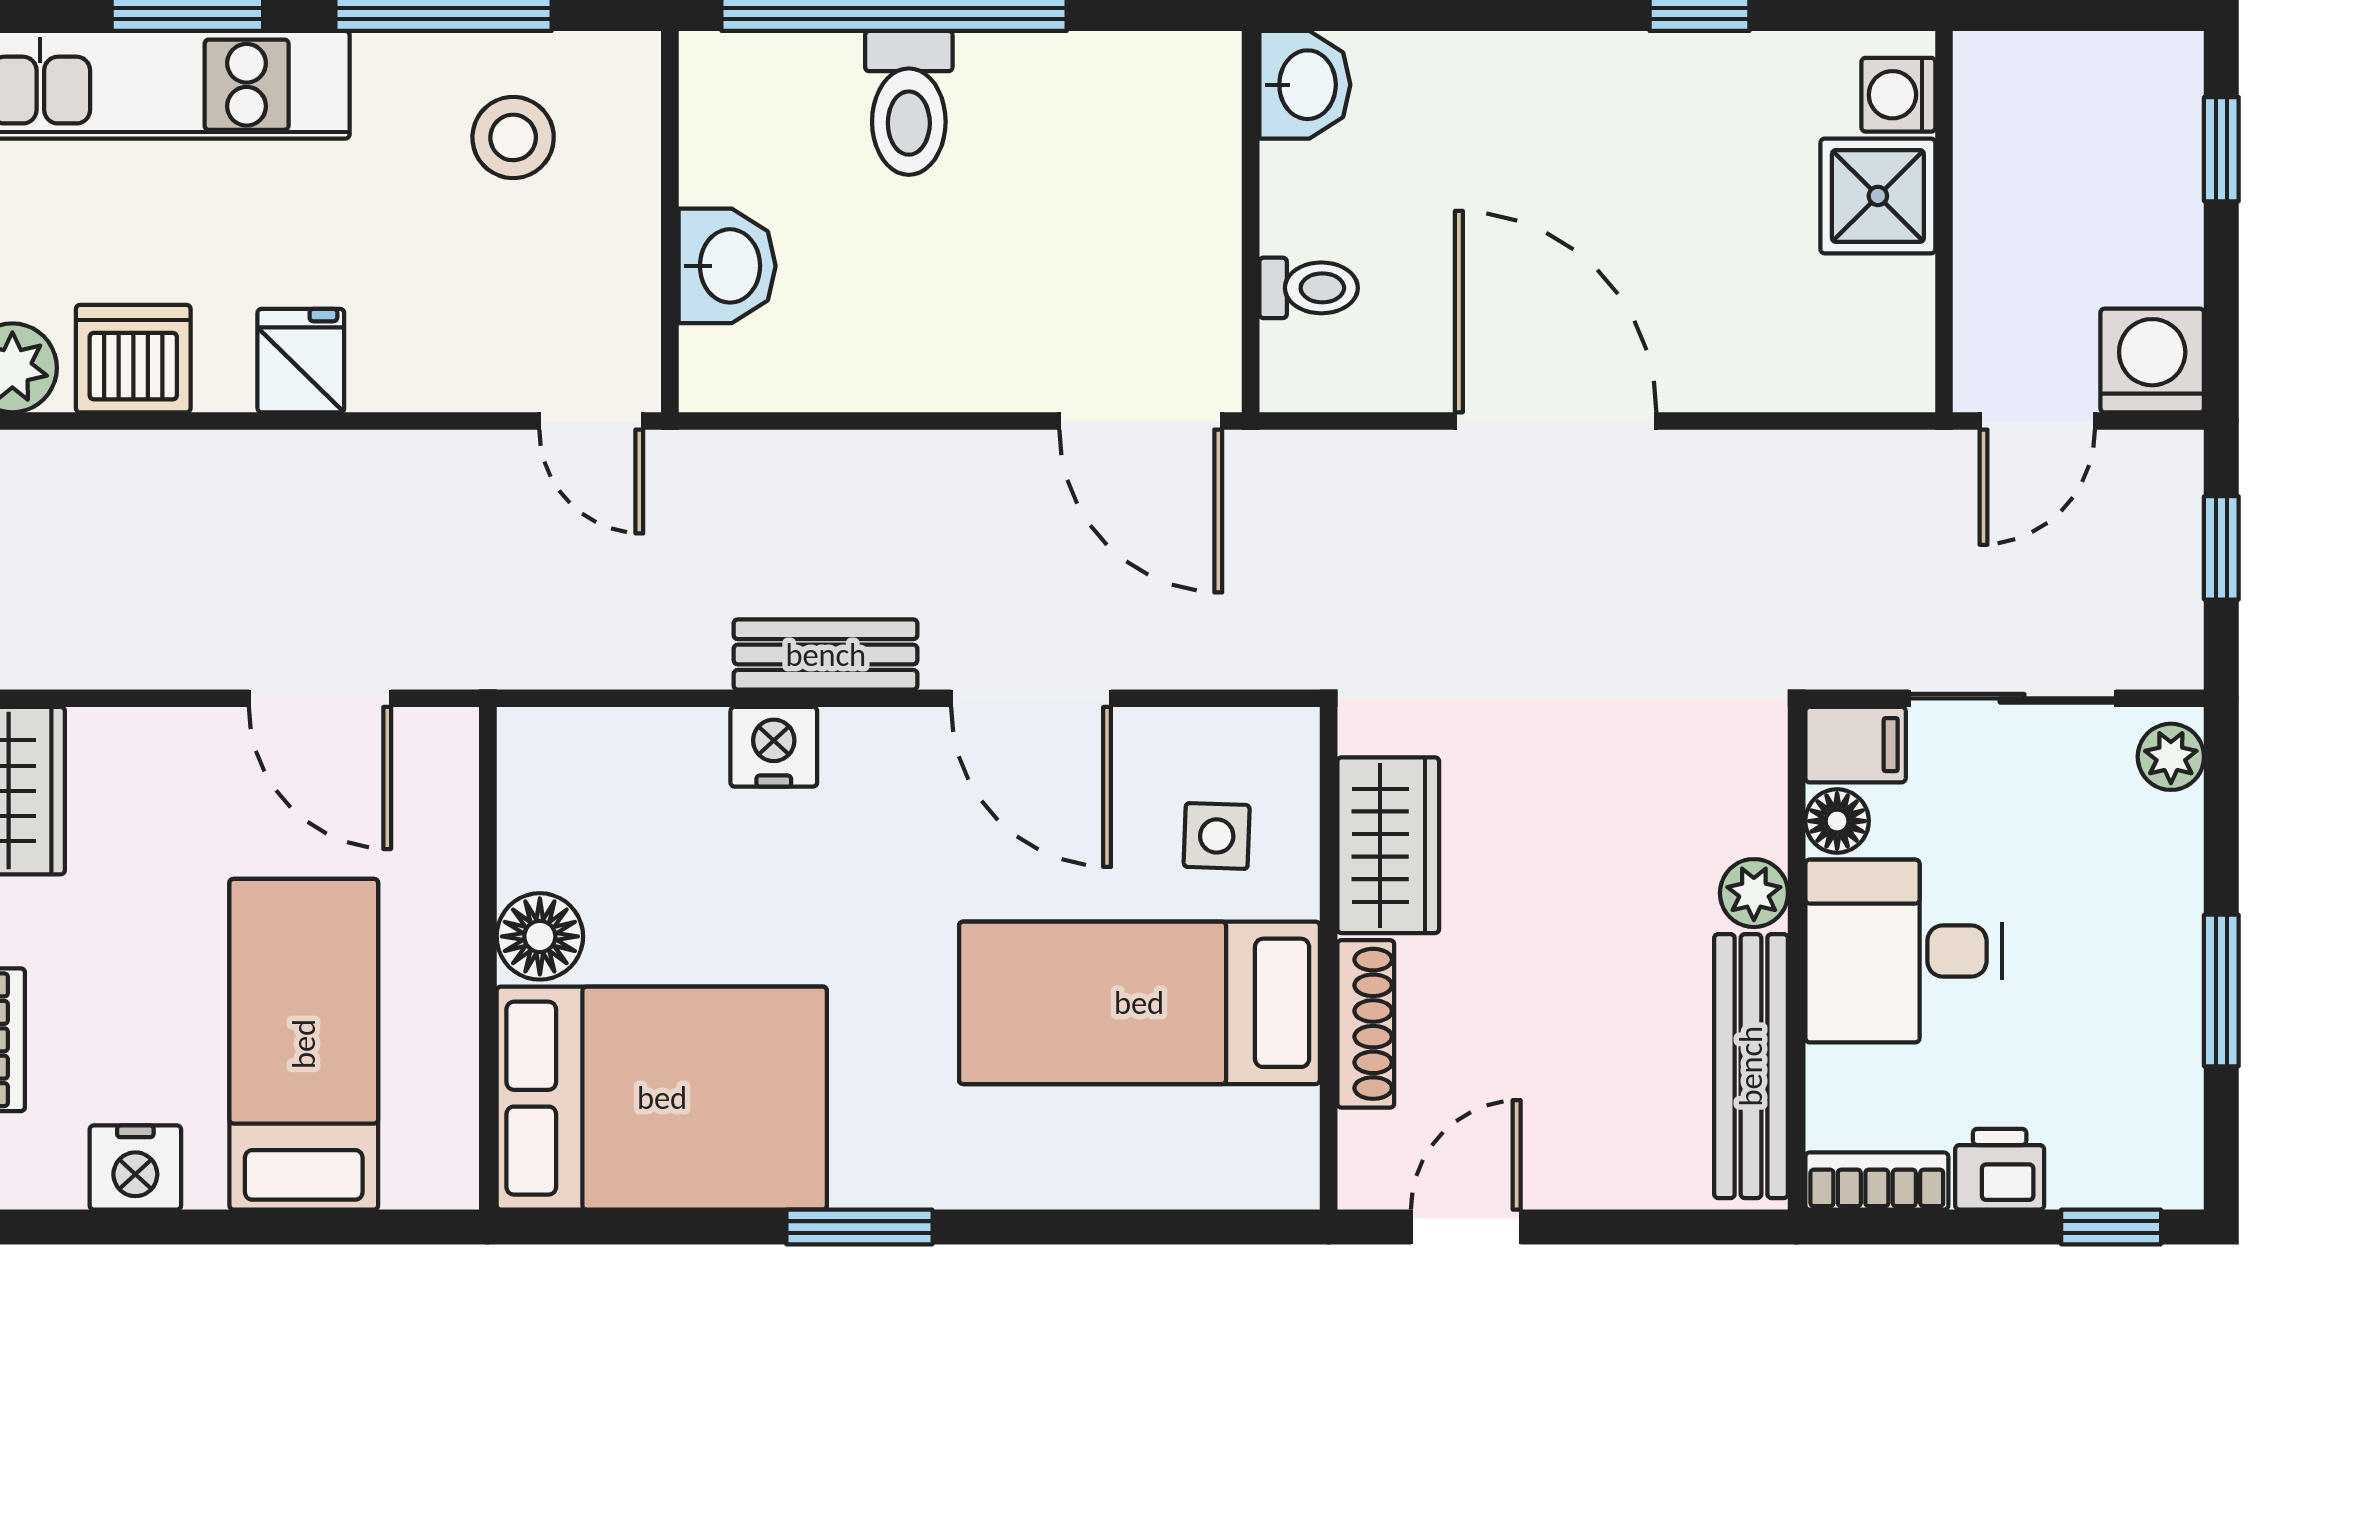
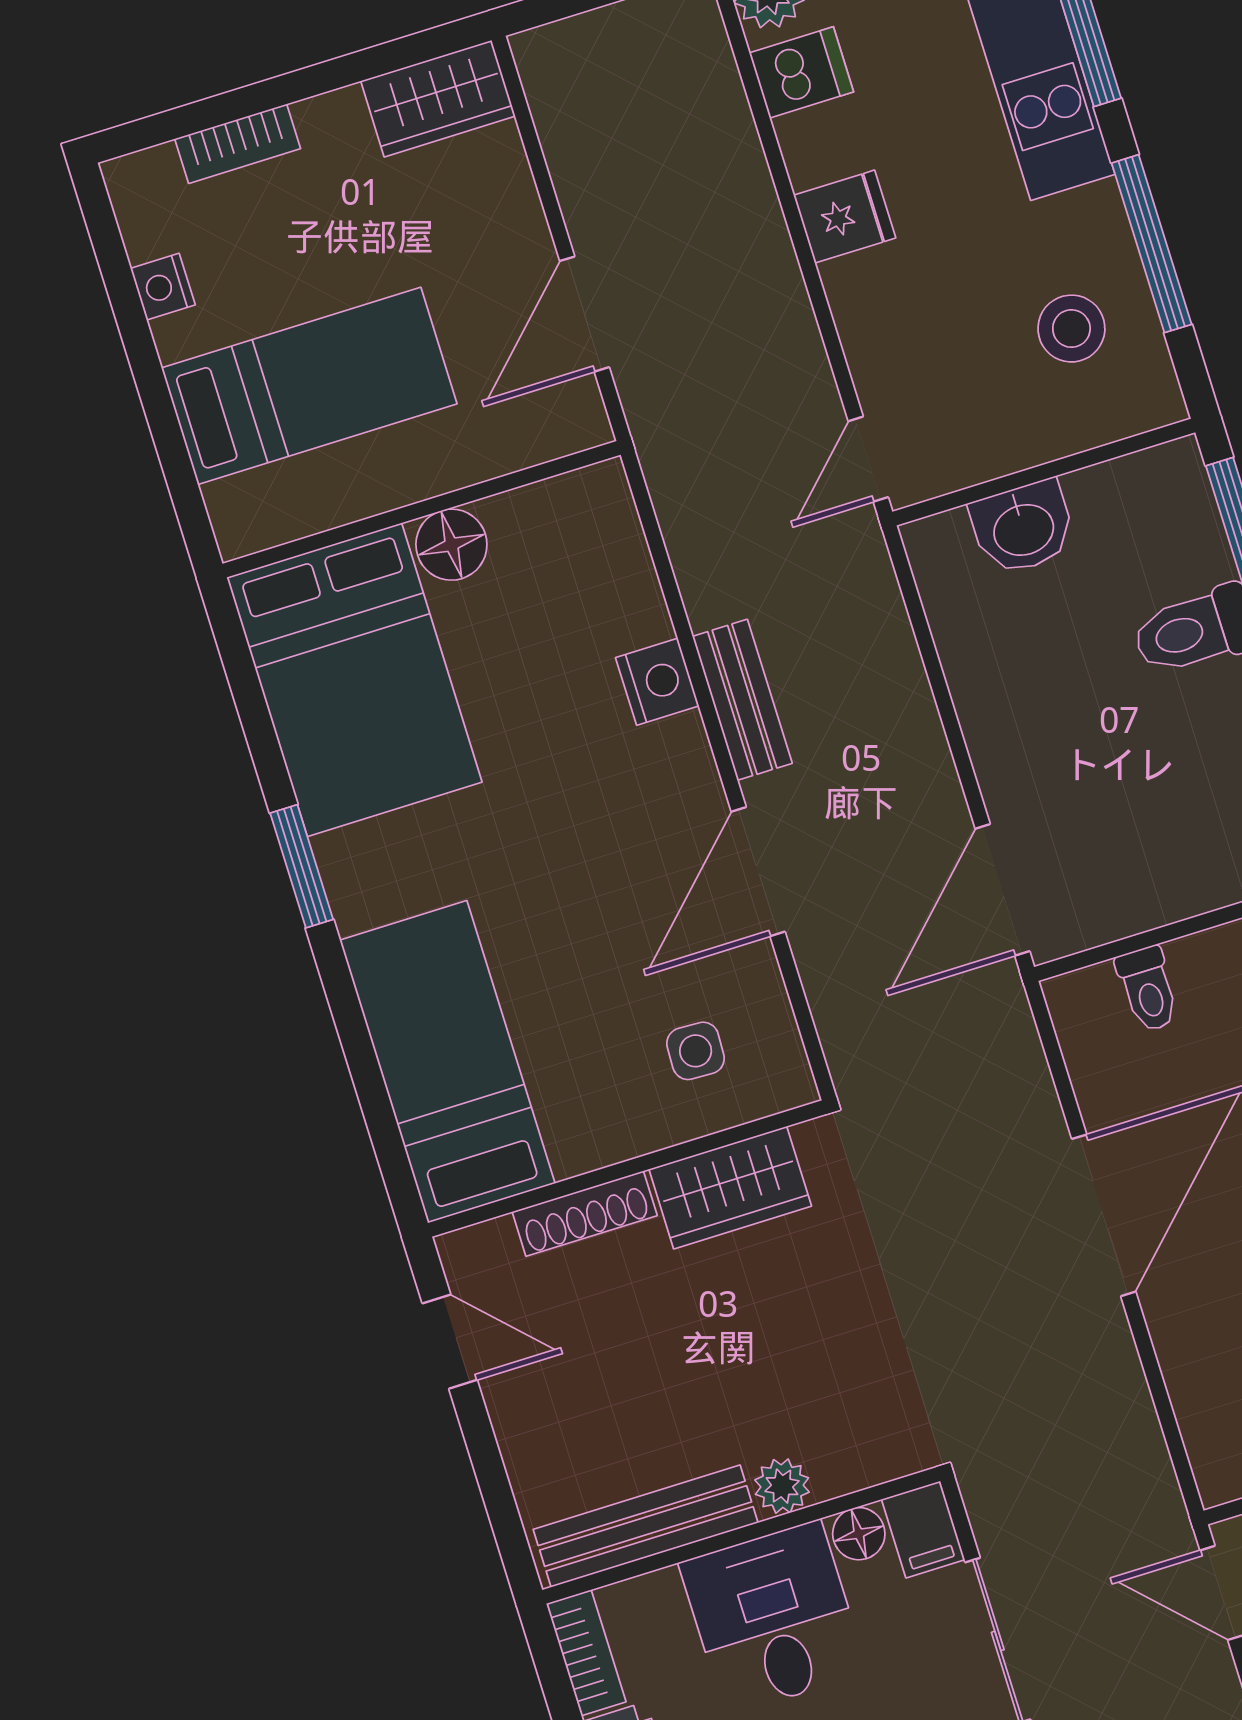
dishwasher: (133, 359) -> (801, 72), width x0.73
bed: (1139, 1003) -> (447, 1062), moved
nightstand: (135, 1168) -> (163, 287), width x0.72, depth x0.74

